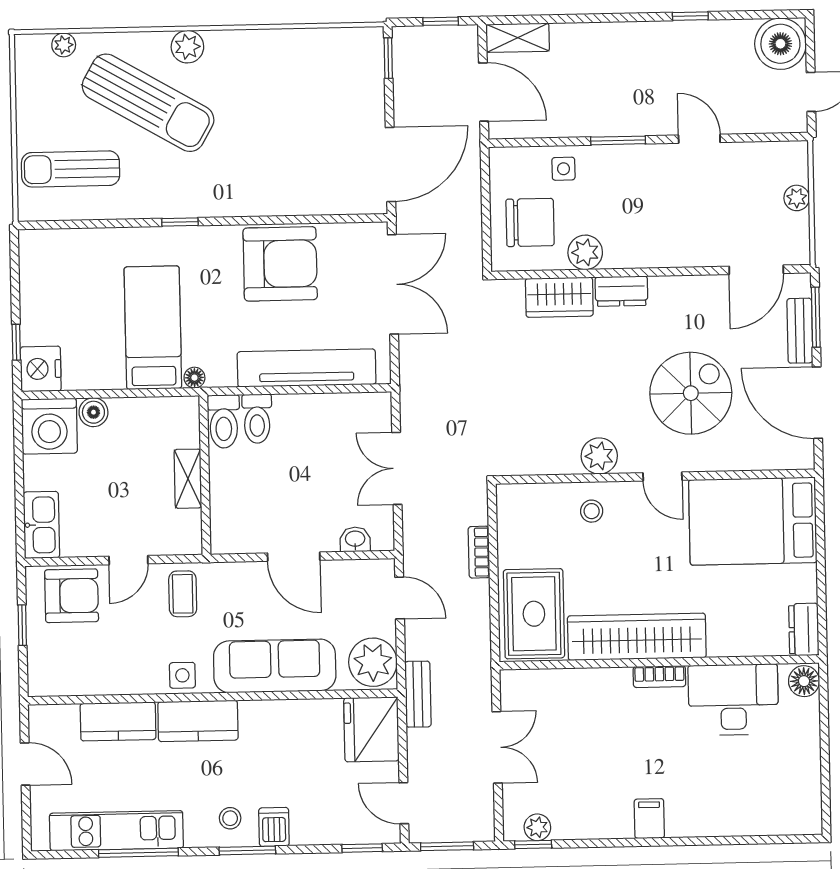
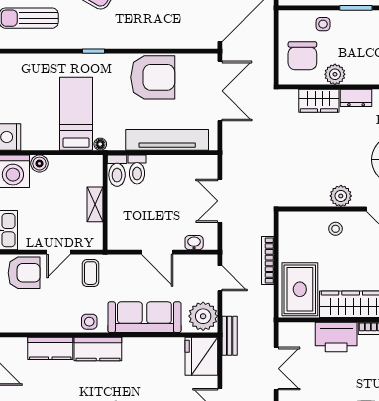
chair: (530, 222) -> (302, 56), turned 90
bookcase: (479, 552) -> (268, 260), width x1.56
printer: (596, 692) -> (336, 337), added

